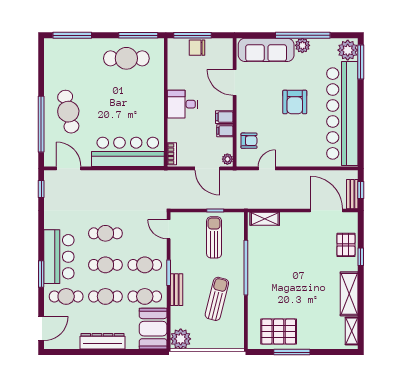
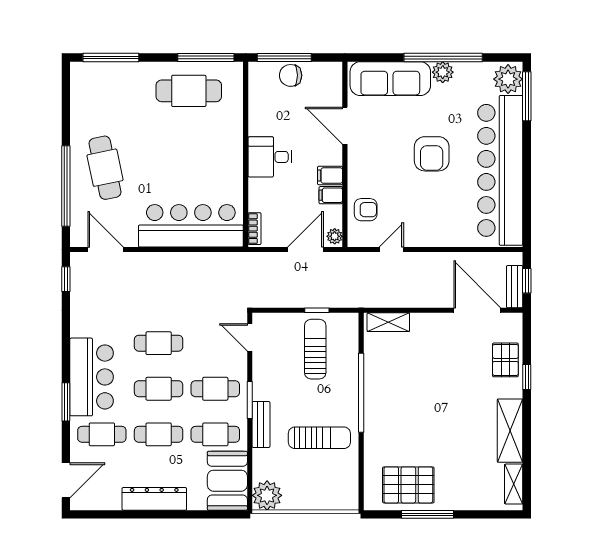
door: (207, 168) -> (306, 250), swing flipped
sun lounger: (217, 299) -> (319, 438), turned 76

